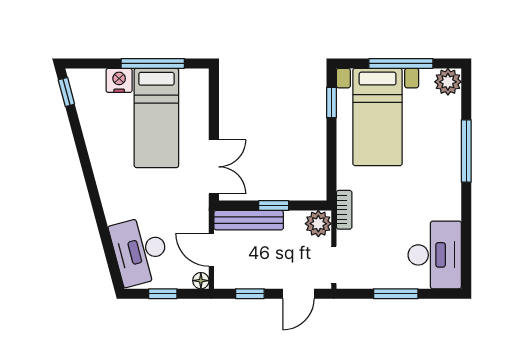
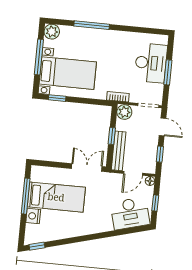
desk: (435, 255) -> (151, 63), moved, turned 90

